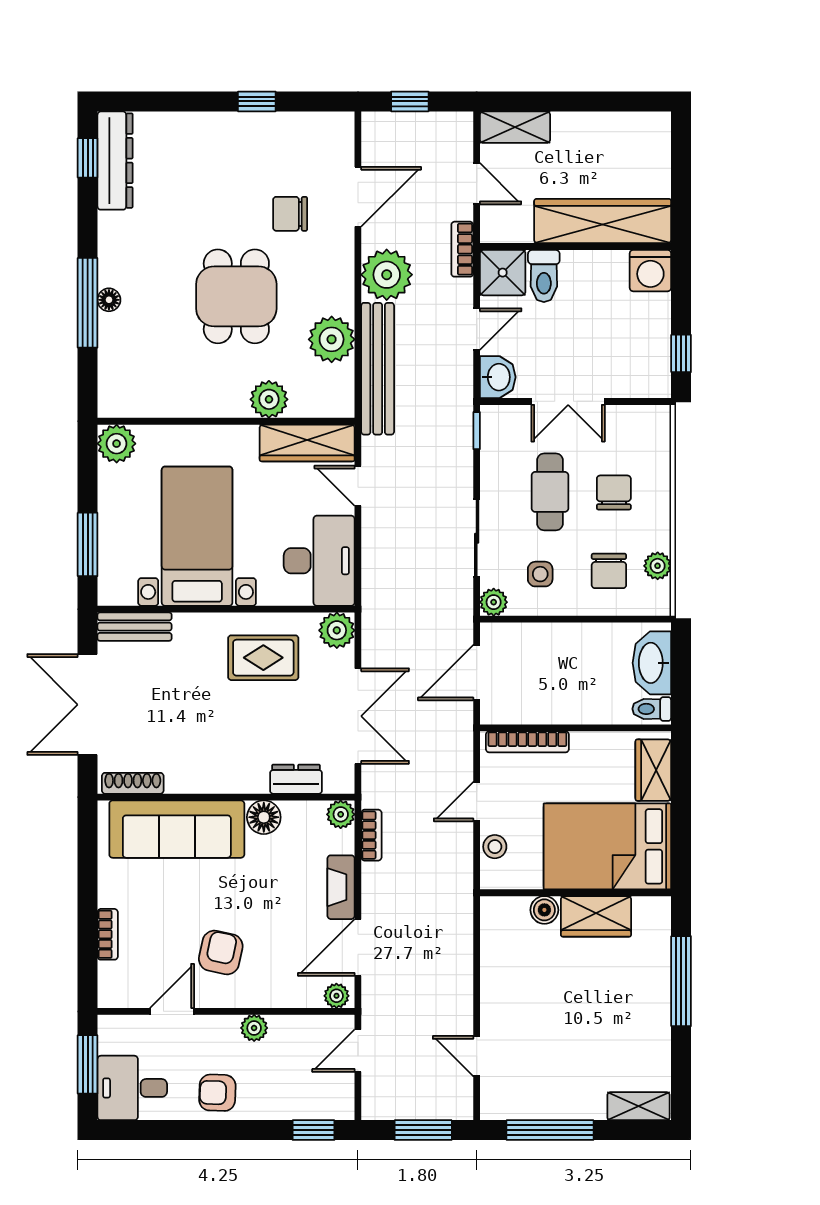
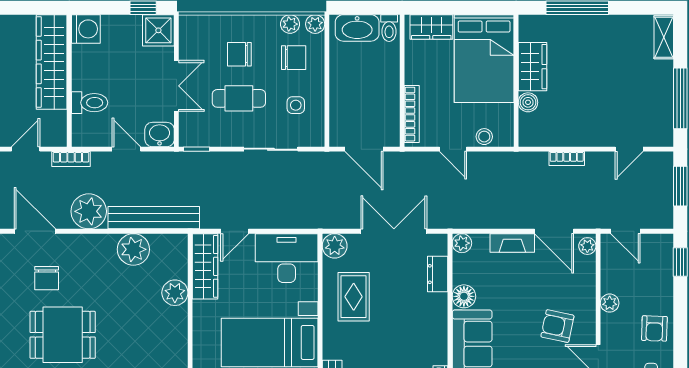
shower: (503, 273) -> (158, 30), moved
dining table: (236, 296) -> (63, 335), moved
plant: (494, 602) -> (315, 24), moved
bookcase: (371, 835) -> (567, 158), moved, turned 180

